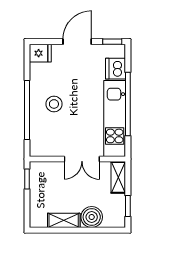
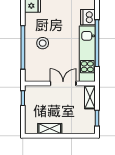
double door: (82, 159) -> (63, 84), swing flipped
boiler: (92, 217) -> (70, 126), removed

